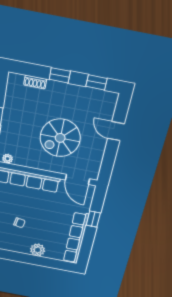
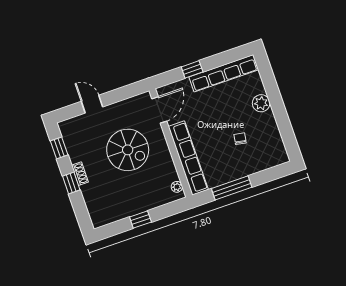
shoe rack: (35, 82) -> (80, 174), moved
door: (116, 131) -> (92, 104), swing flipped

